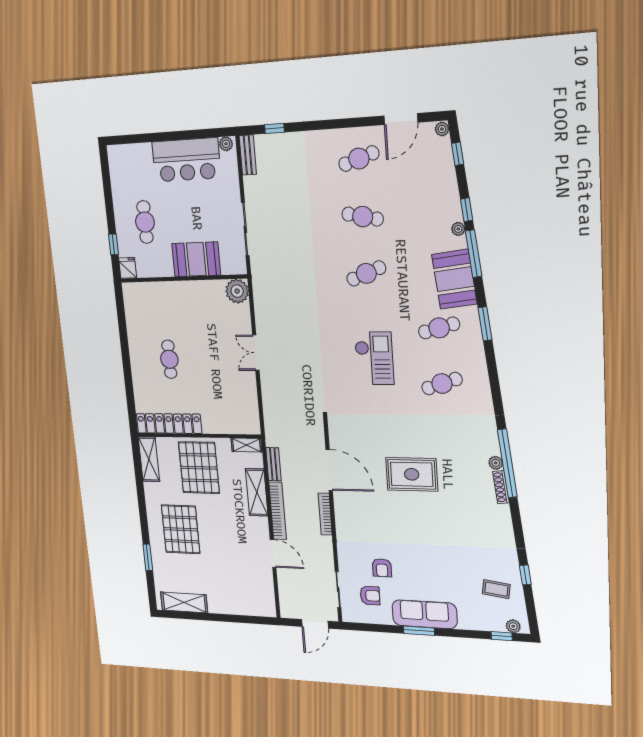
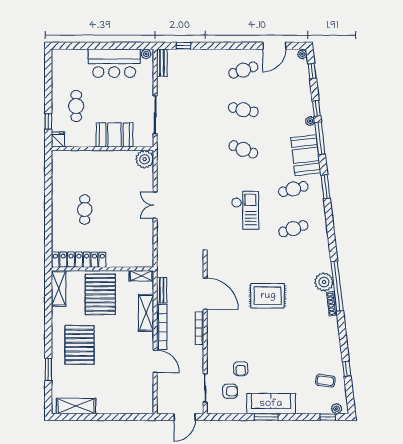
cafe table: (366, 273) -> (243, 149), turned 42
plant: (496, 463) -> (324, 282), width x1.88, depth x1.88

